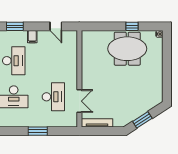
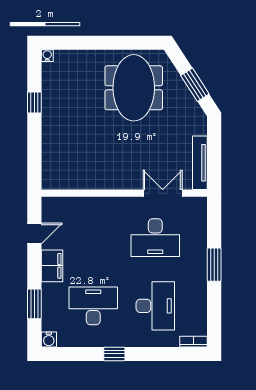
filing cabinet: (32, 37) -> (52, 266), width x2.00
meeting table: (127, 49) -> (134, 88), moved
desk: (53, 97) -> (155, 238), turned 180

